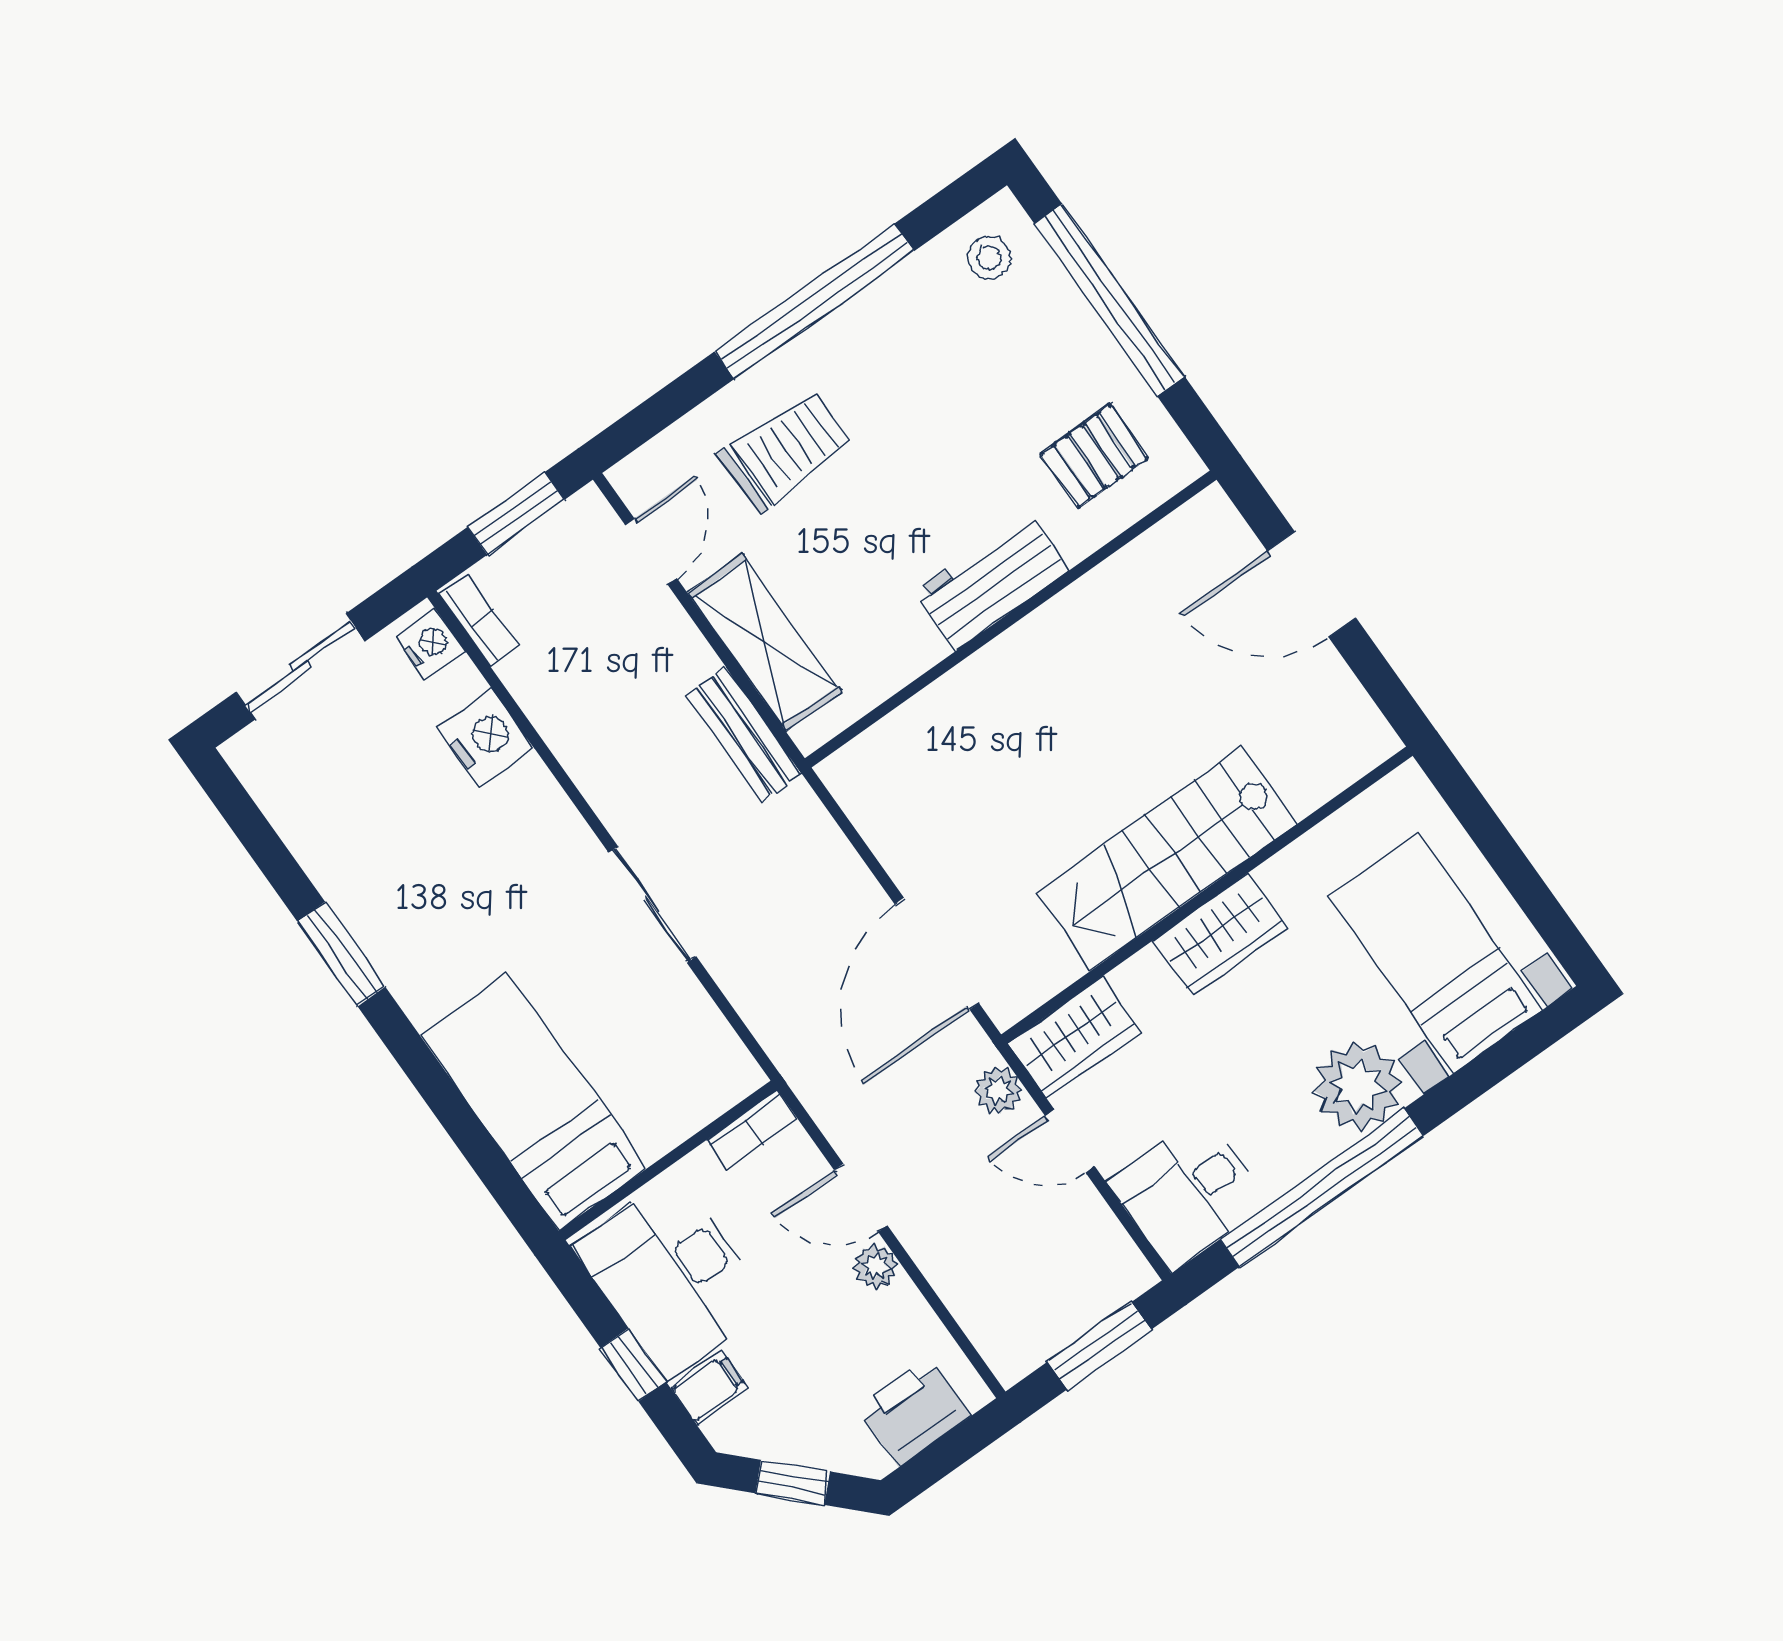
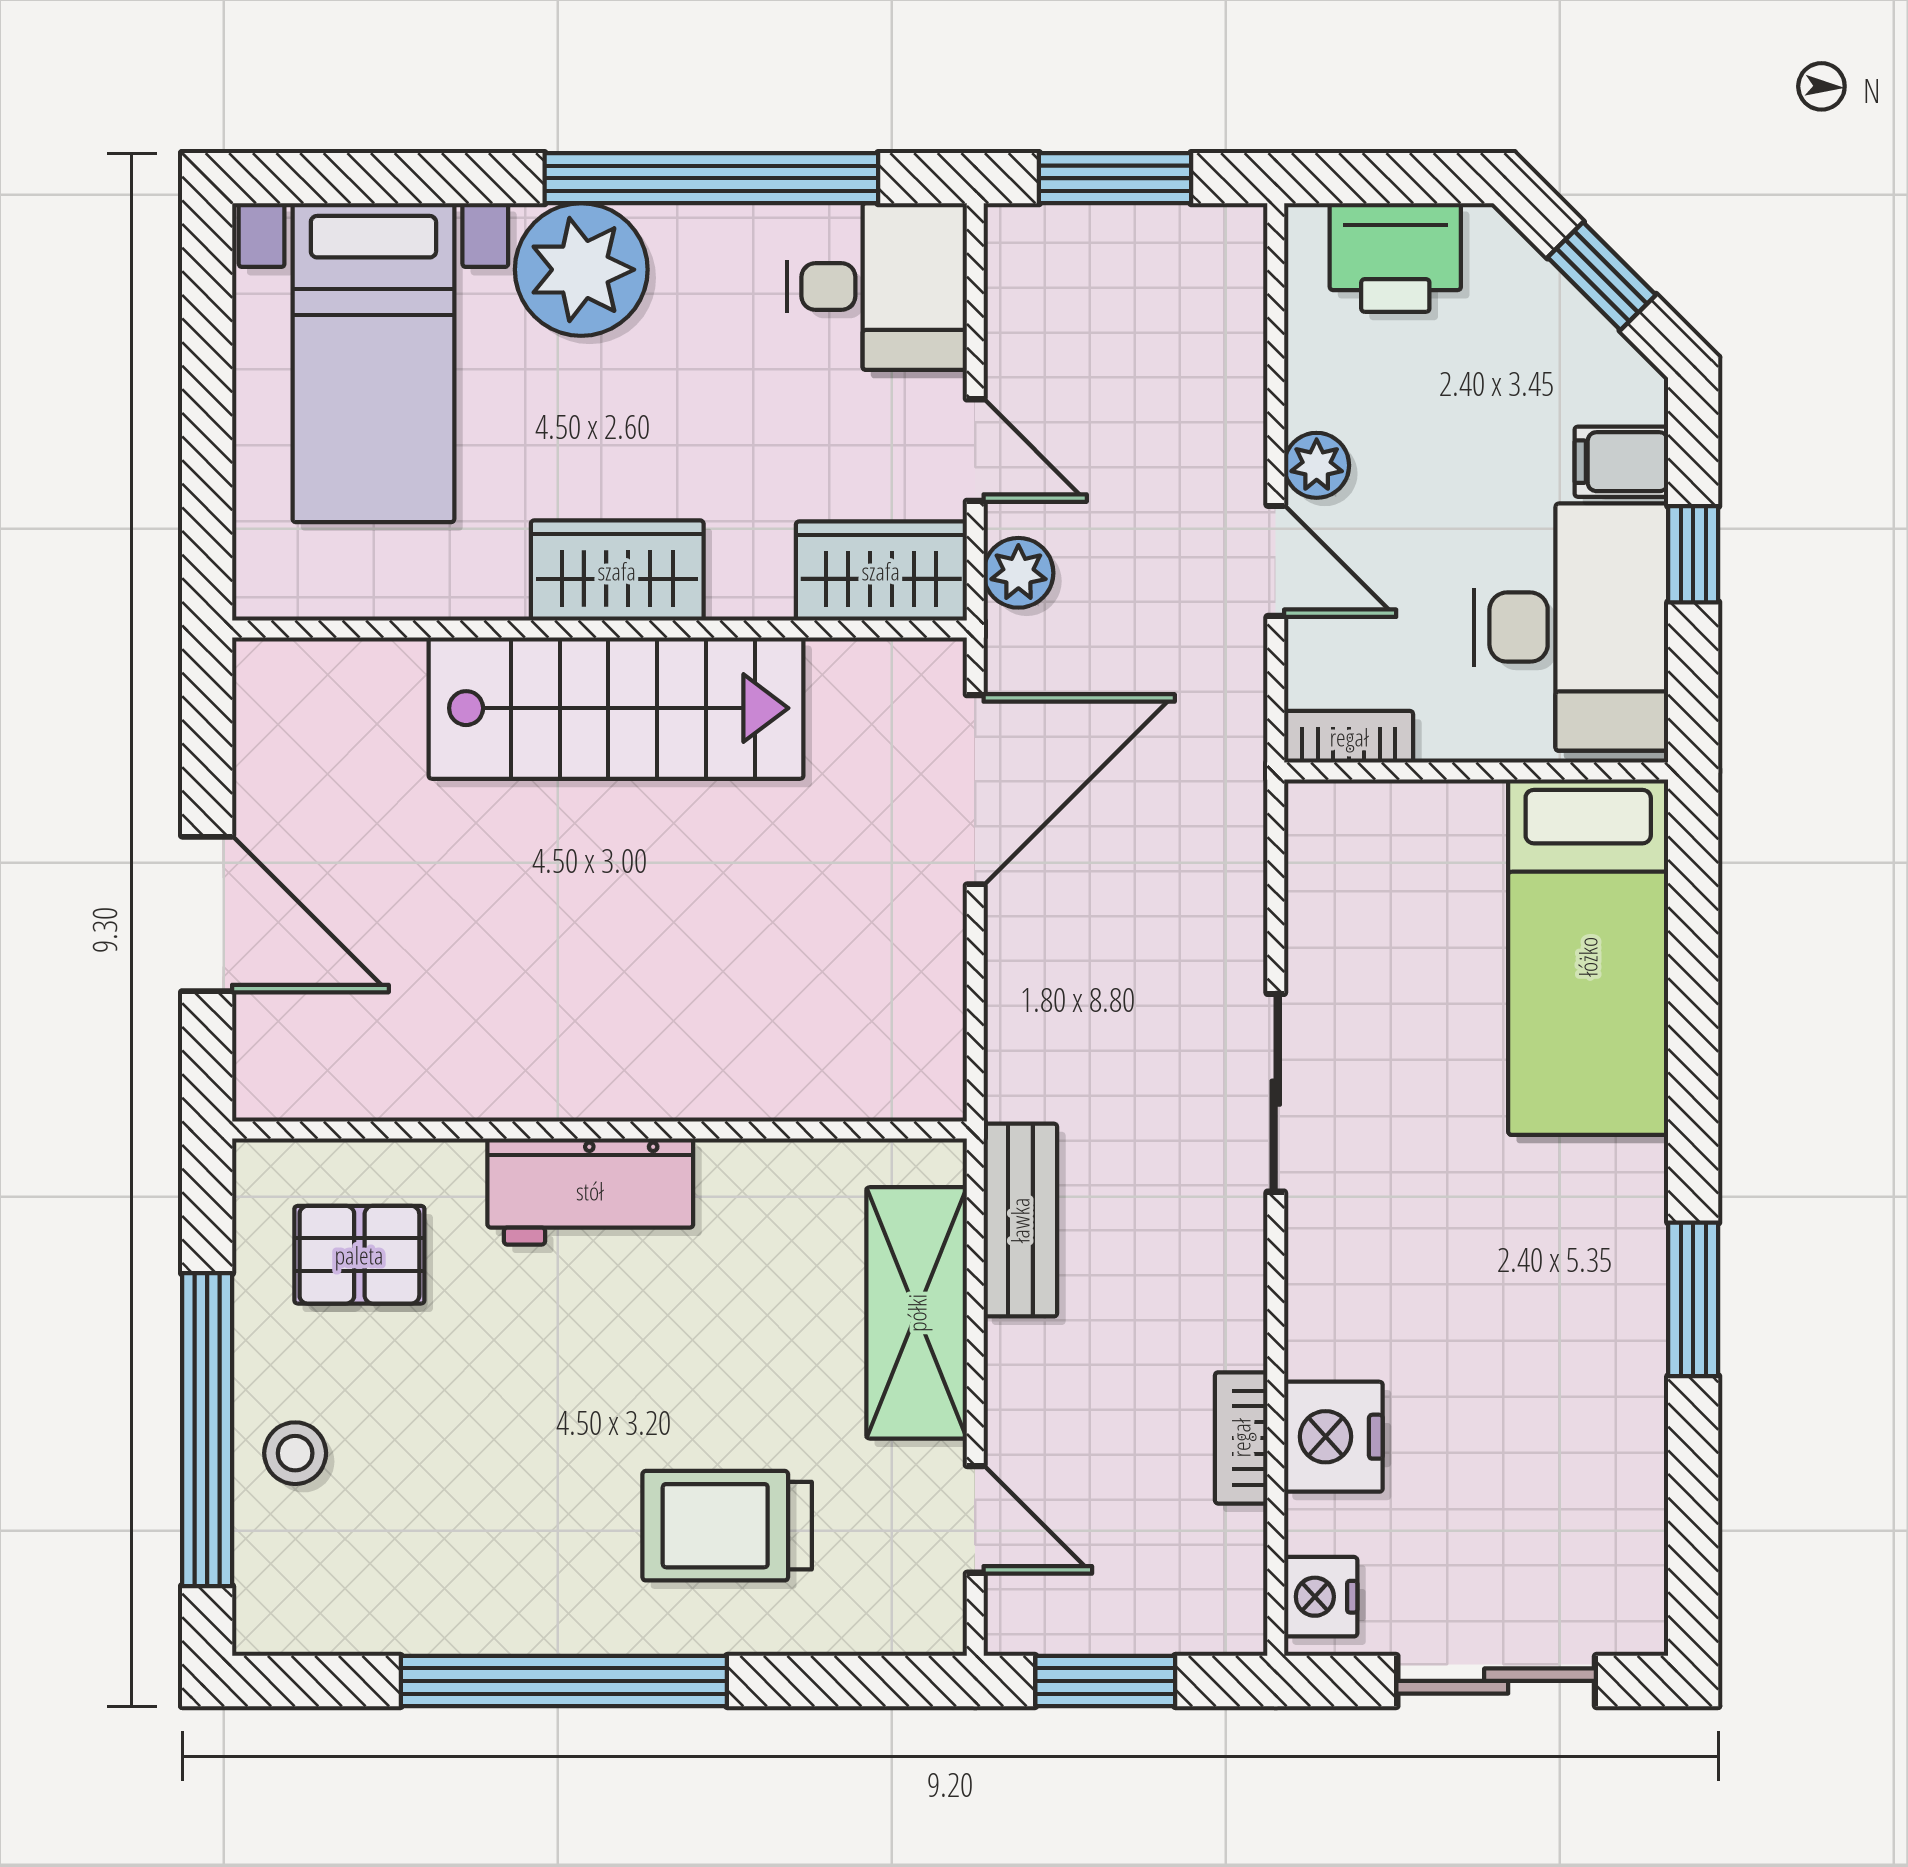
stool: (989, 258) -> (295, 1453), moved
door: (651, 552) -> (975, 1519), swing flipped
bookcase: (479, 620) -> (1241, 1438), moved

